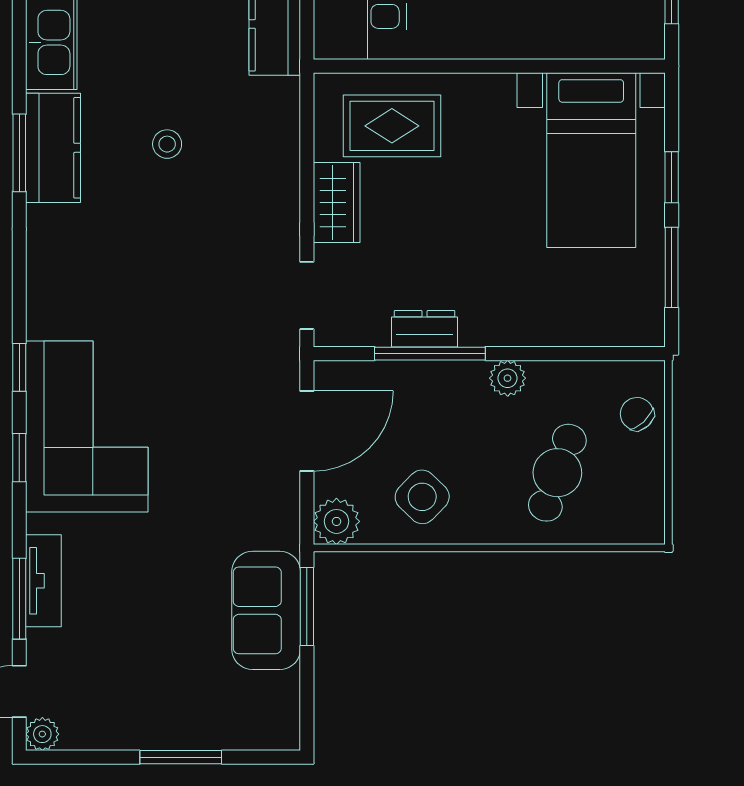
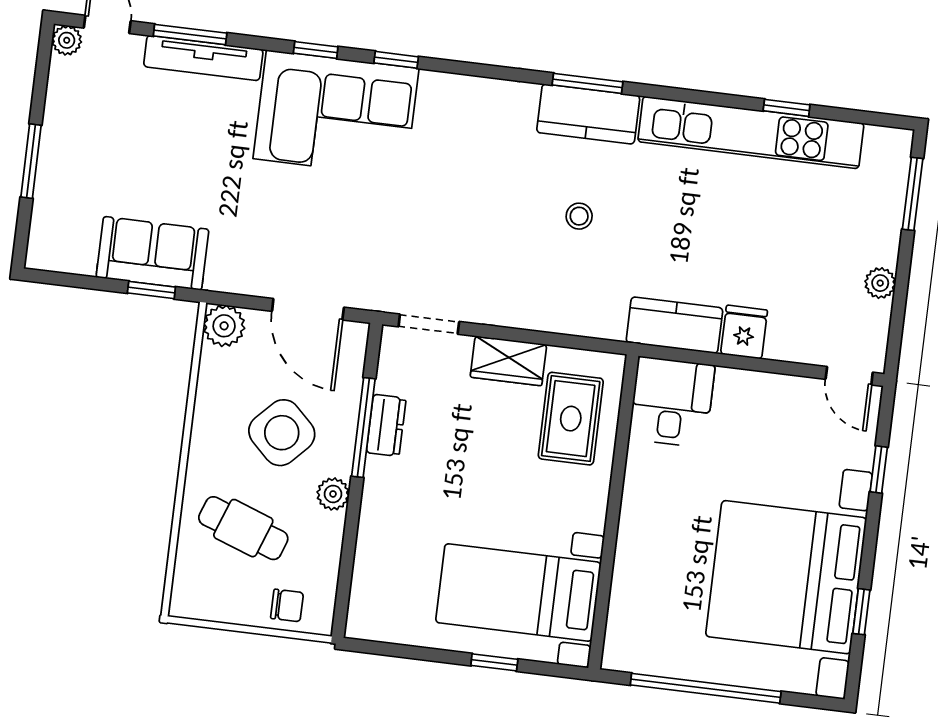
window: (672, 267) -> (414, 652), removed
chair: (637, 414) -> (287, 605), turned 43
side table: (422, 497) -> (282, 433), moved, width x1.37, depth x1.37
tv unit: (43, 581) -> (203, 58), width x1.41
window: (307, 607) -> (151, 290), width x0.67

